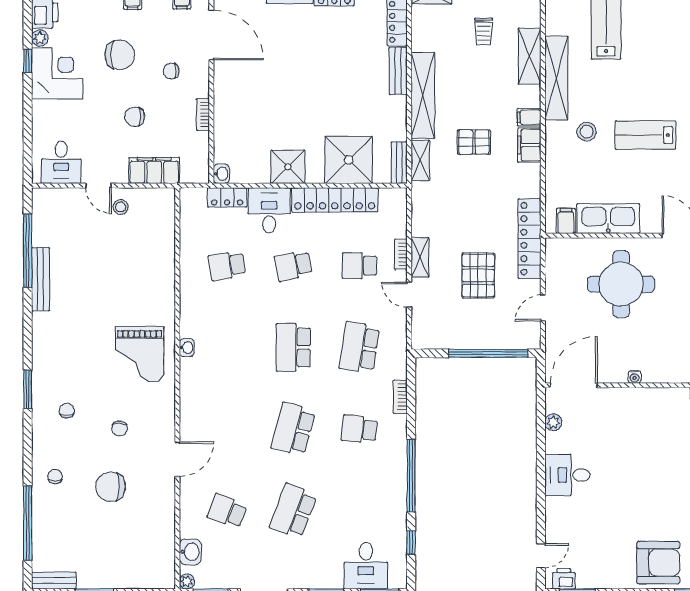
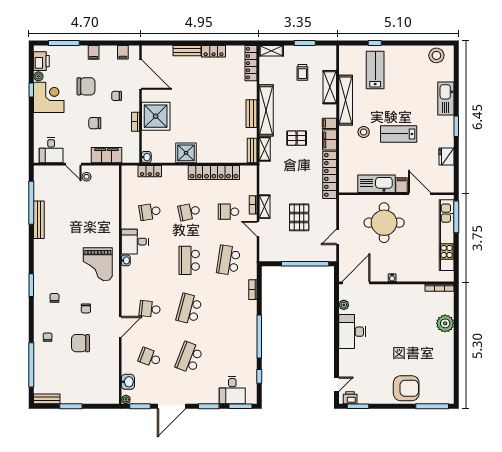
bench: (398, 71) -> (251, 114), moved
shower: (349, 160) -> (156, 116), moved
desk: (269, 210) -> (135, 242), moved, turned -90
filing cabinet: (566, 221) -> (402, 185), moved
locker: (530, 239) -> (330, 175), moved
school desk: (359, 429) -> (150, 309), moved
desk: (567, 475) -> (352, 332), width x1.37

